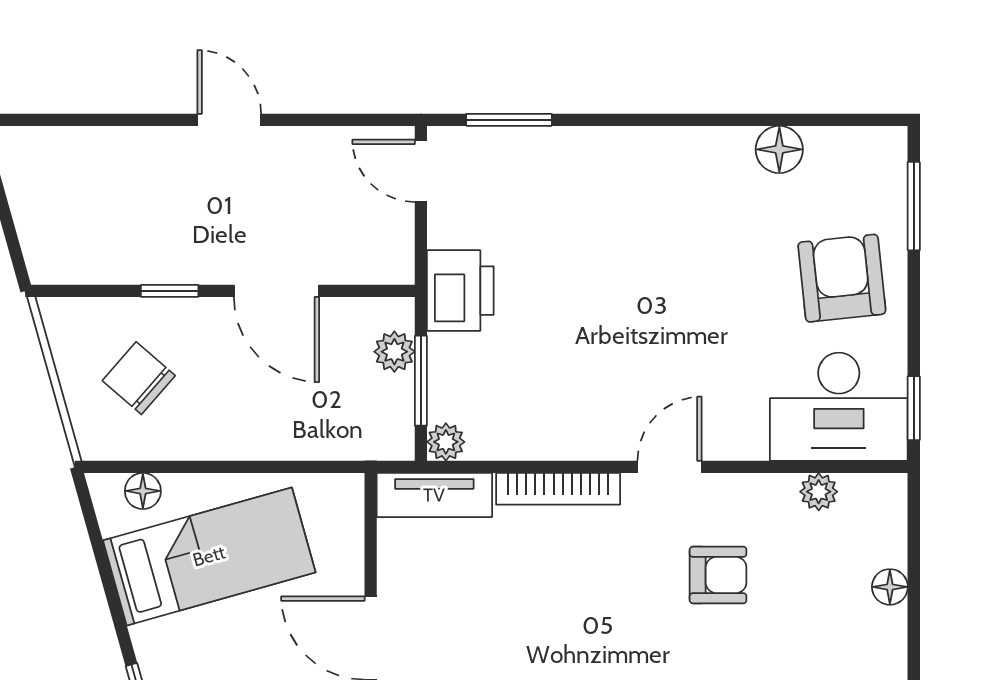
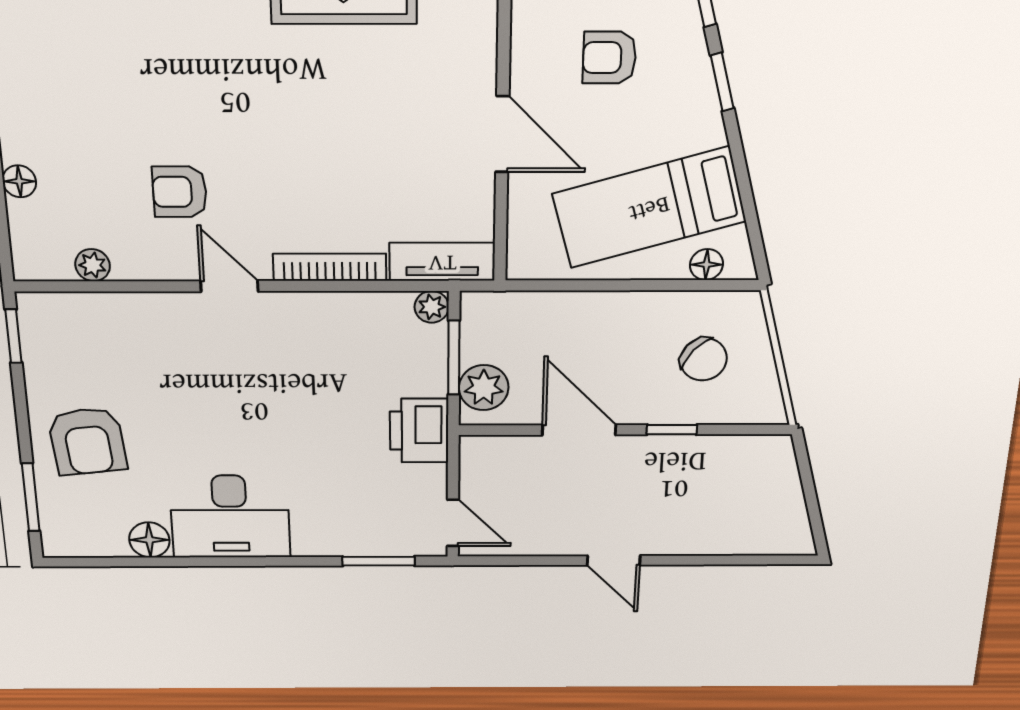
plant: (394, 352) -> (484, 388), width x1.38, depth x1.38
desk: (839, 407) -> (230, 517), moved, turned 180
door: (670, 467) -> (229, 286), swing flipped

